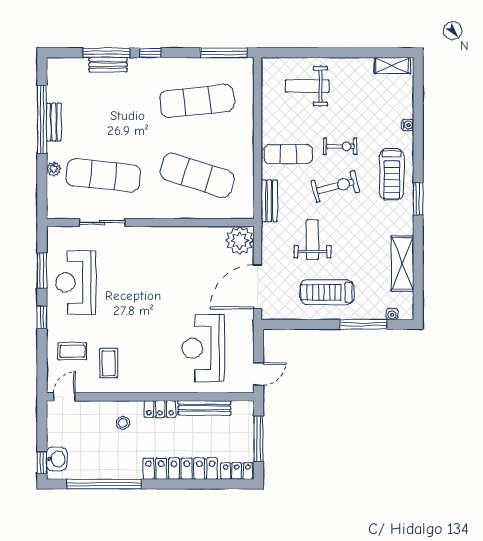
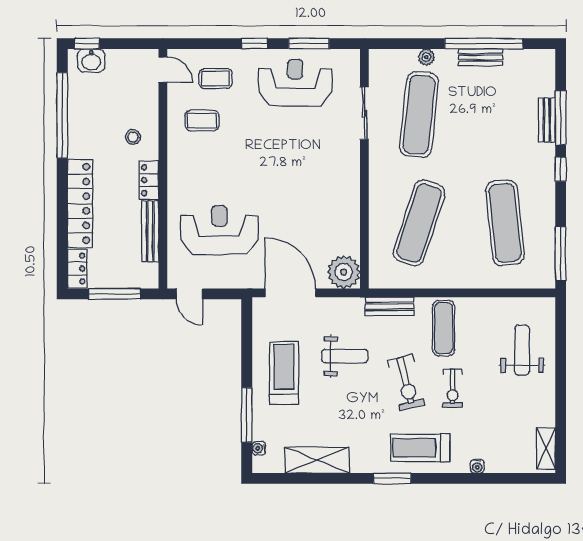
coffee table: (72, 351) -> (216, 79), turned 90

